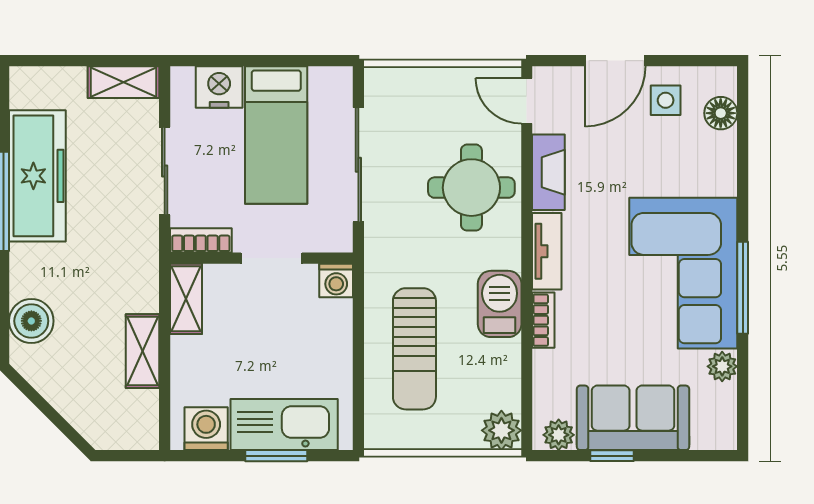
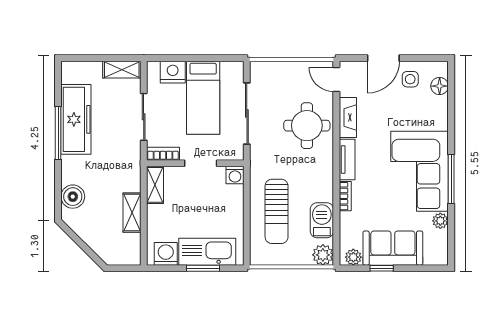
barbecue: (500, 304) -> (322, 220), moved

